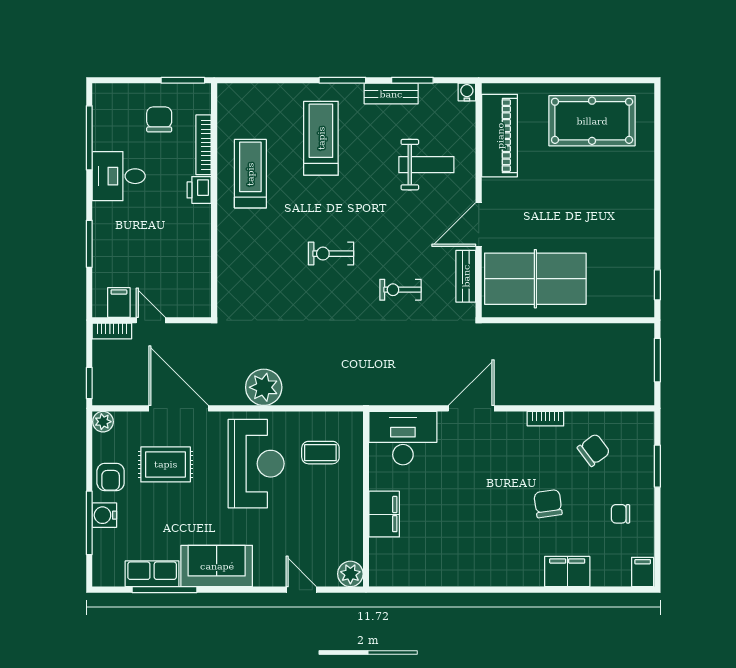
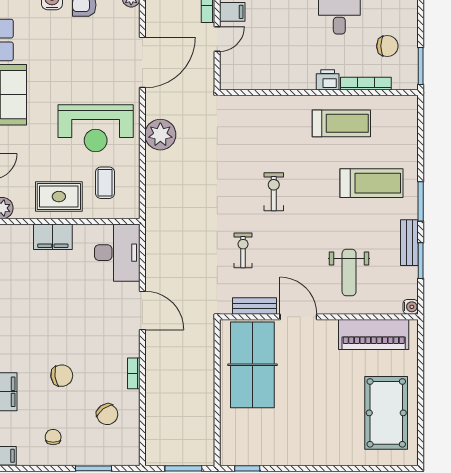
rug: (166, 464) -> (59, 197), moved, turned 90

